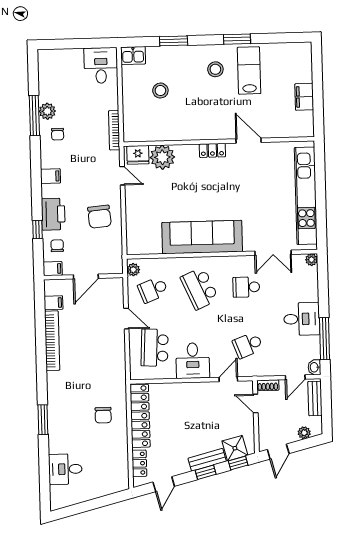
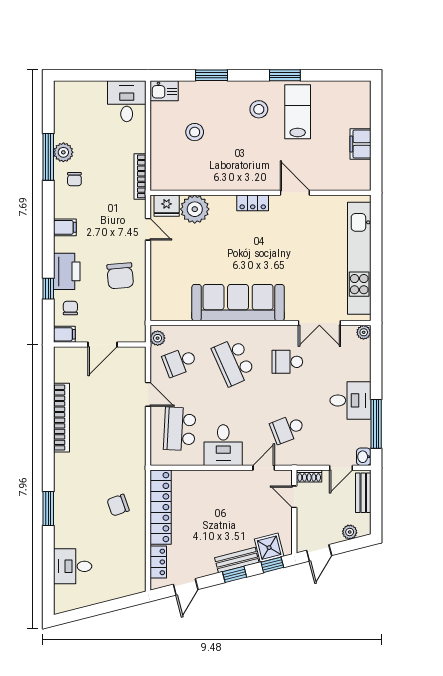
filing cabinet: (53, 303) -> (64, 374), removed
chair: (103, 415) -> (118, 505), turned 71

